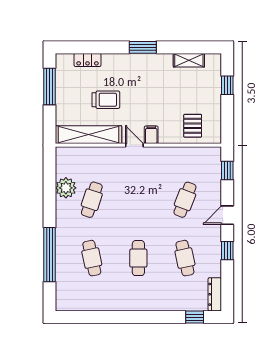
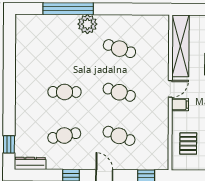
pallet: (193, 126) -> (188, 143), turned 90
plant: (66, 188) -> (87, 24), moved
cafe table: (92, 258) -> (119, 92), moved, turned 30

